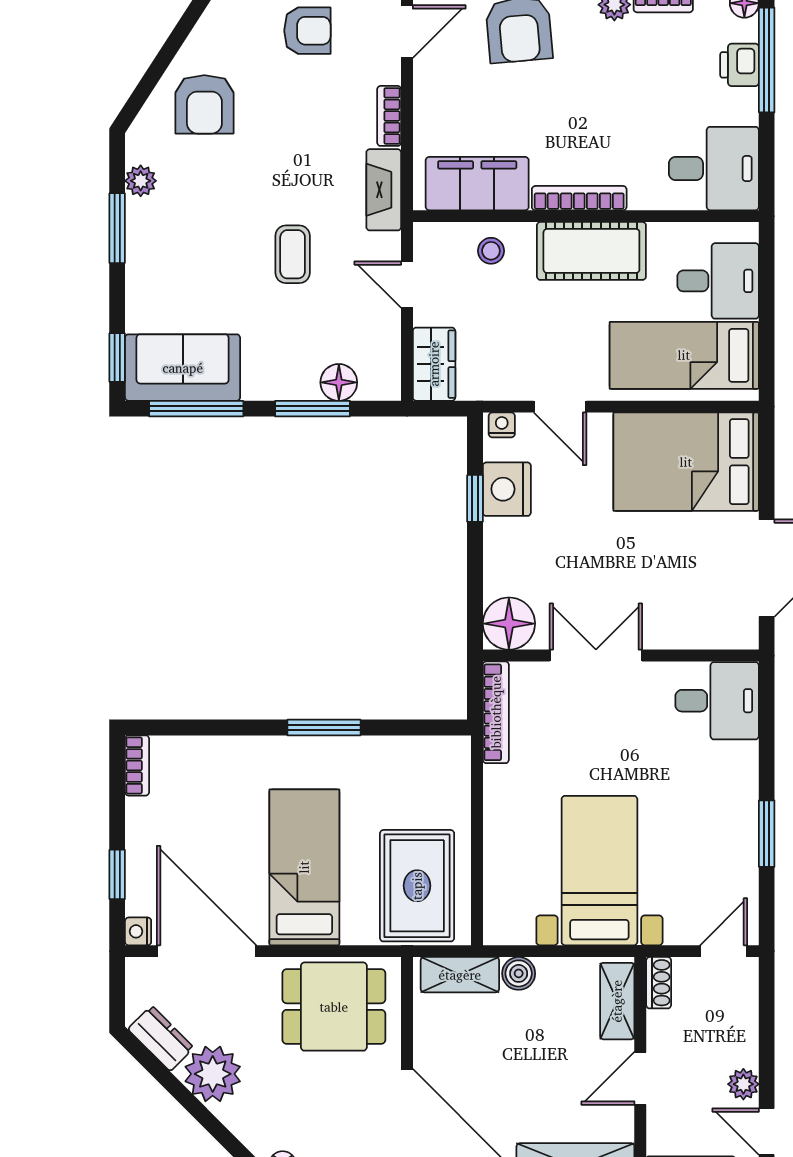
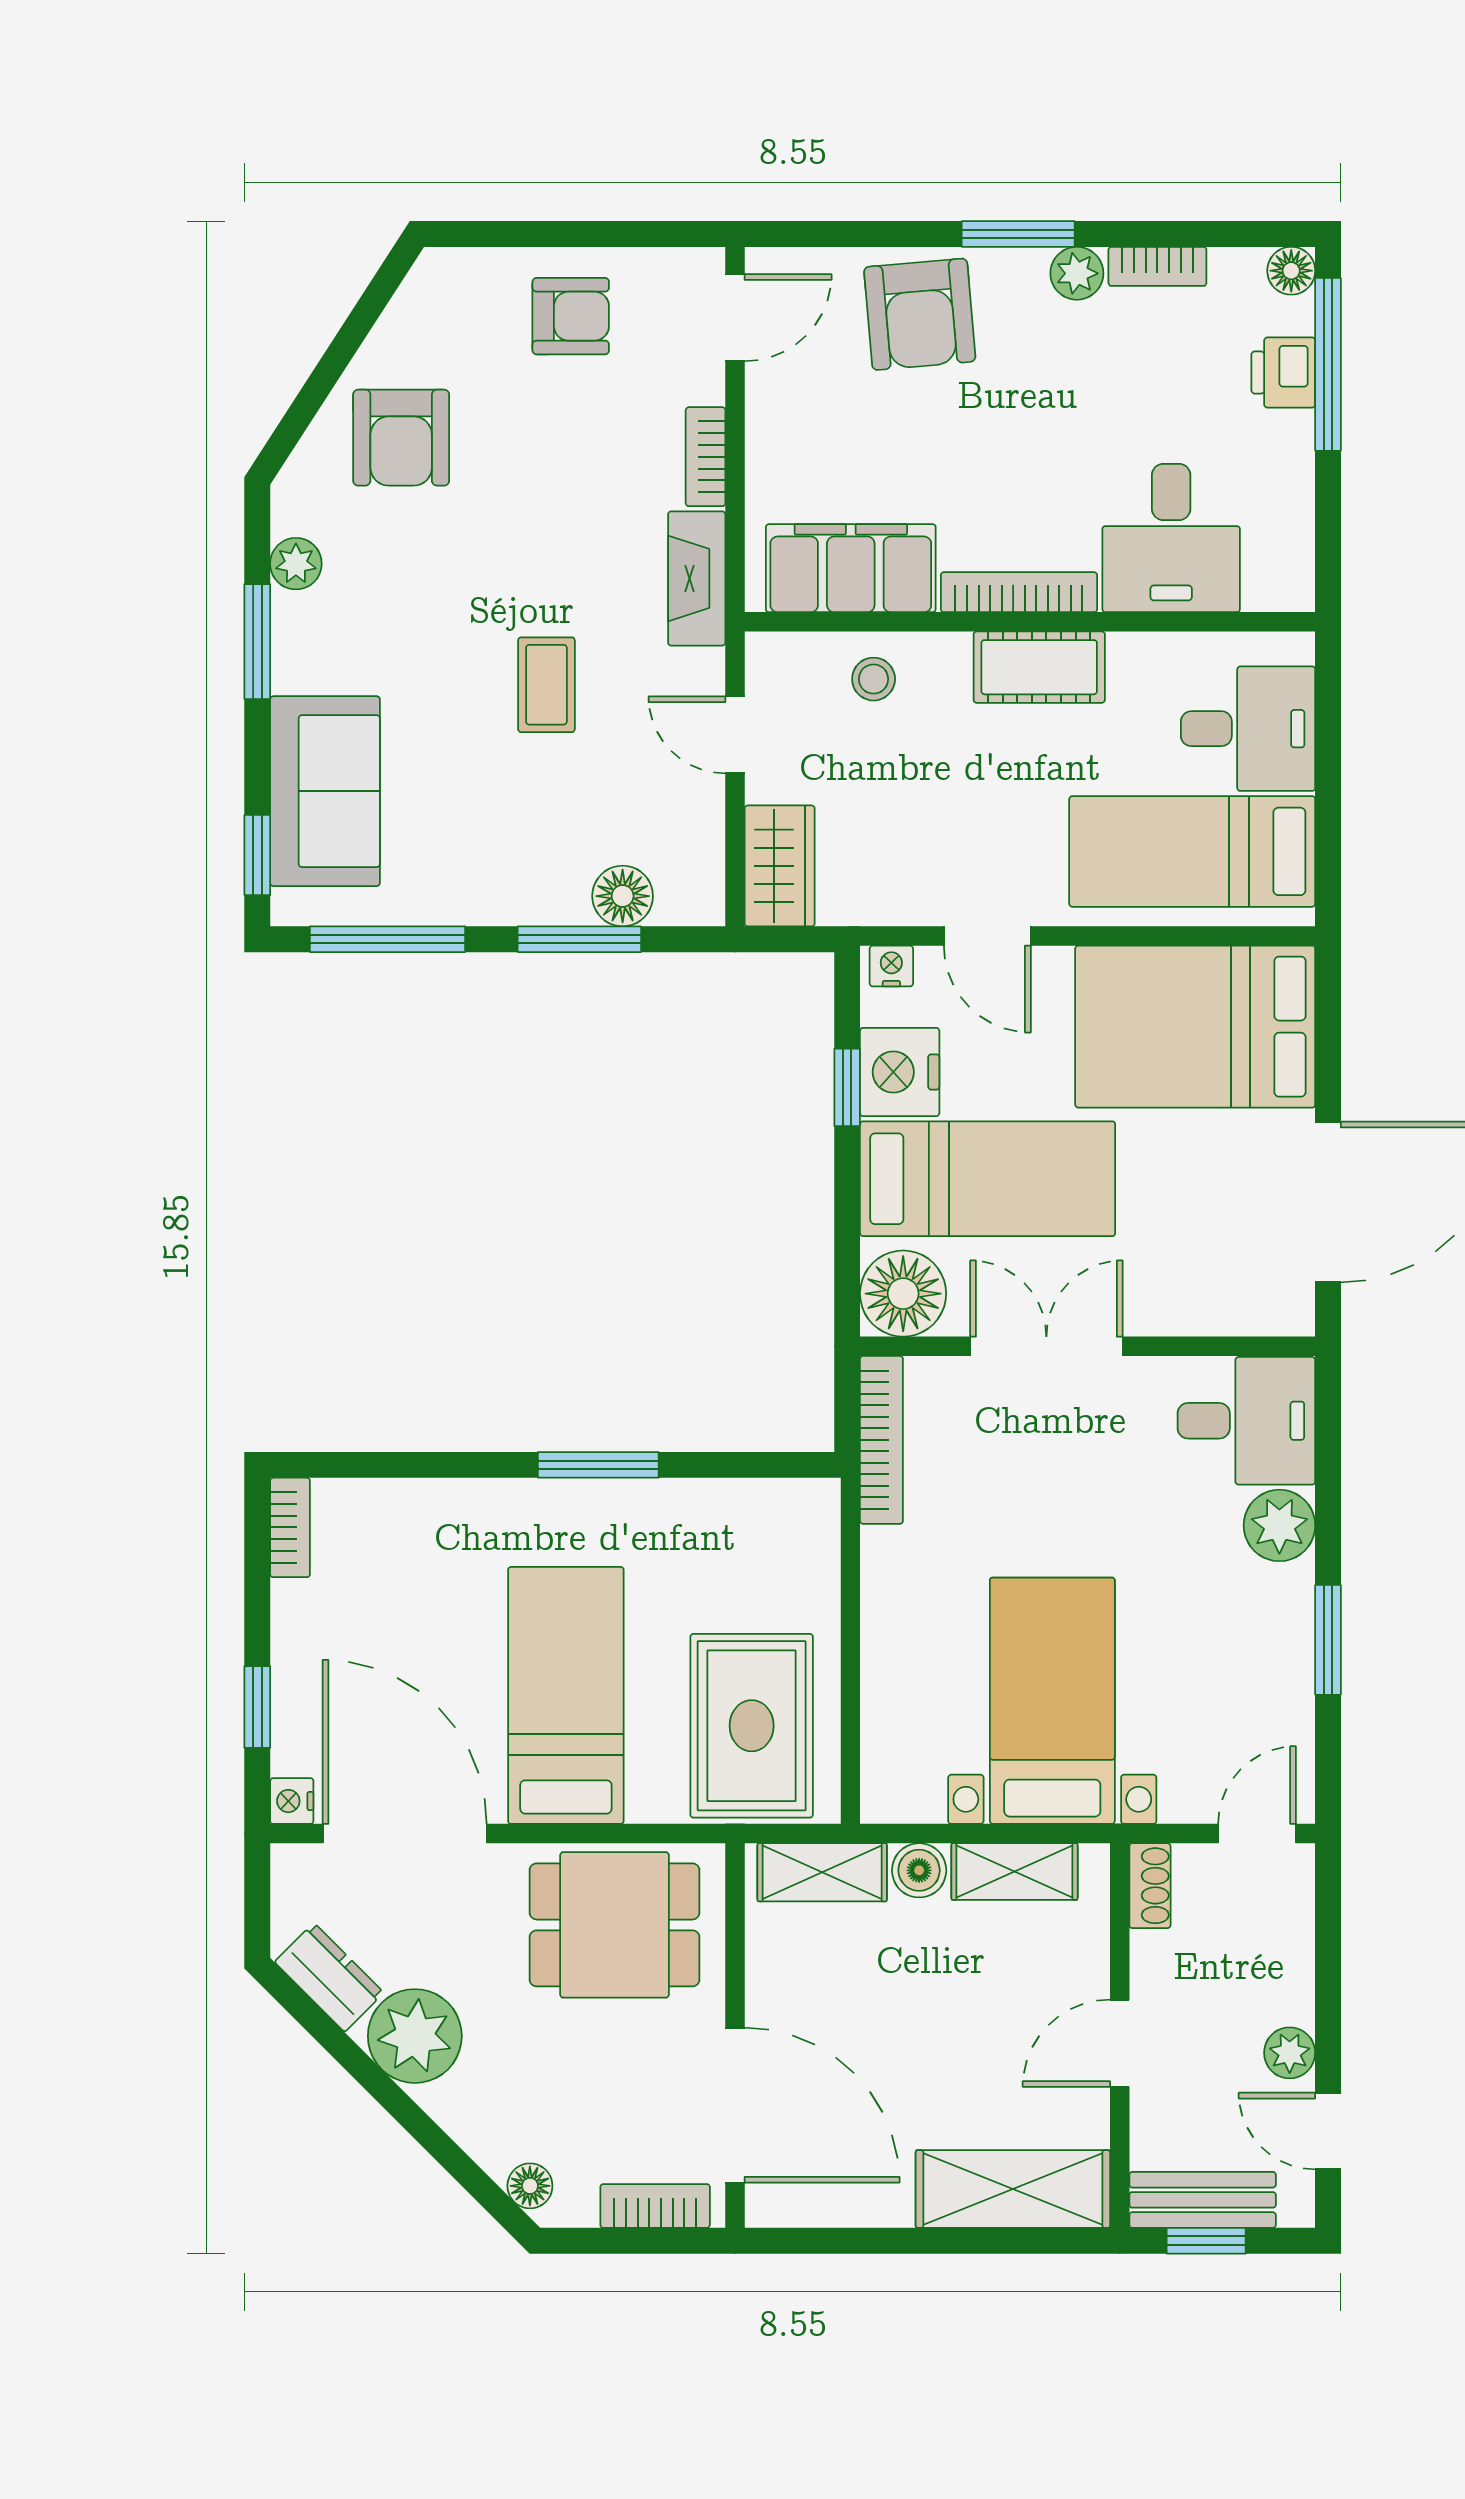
desk: (714, 169) -> (1171, 538), moved, turned 90
cot: (591, 251) -> (1039, 667), width x0.73, depth x0.75
sofa: (183, 368) -> (325, 791), moved, turned 90
bed: (560, 554) -> (988, 1179), added
plant: (737, 764) -> (1279, 1525), added
shelving: (617, 1001) -> (1014, 1872), moved, turned 90

